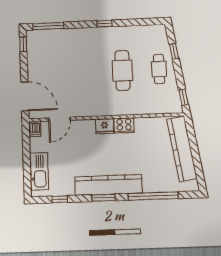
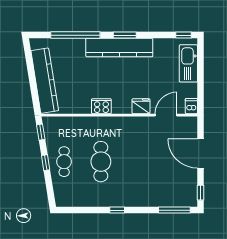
window: (174, 51) -> (46, 163), moved
door: (25, 96) -> (201, 153), moved
fridge: (105, 126) -> (141, 106), moved
window: (60, 199) -> (184, 35), moved

